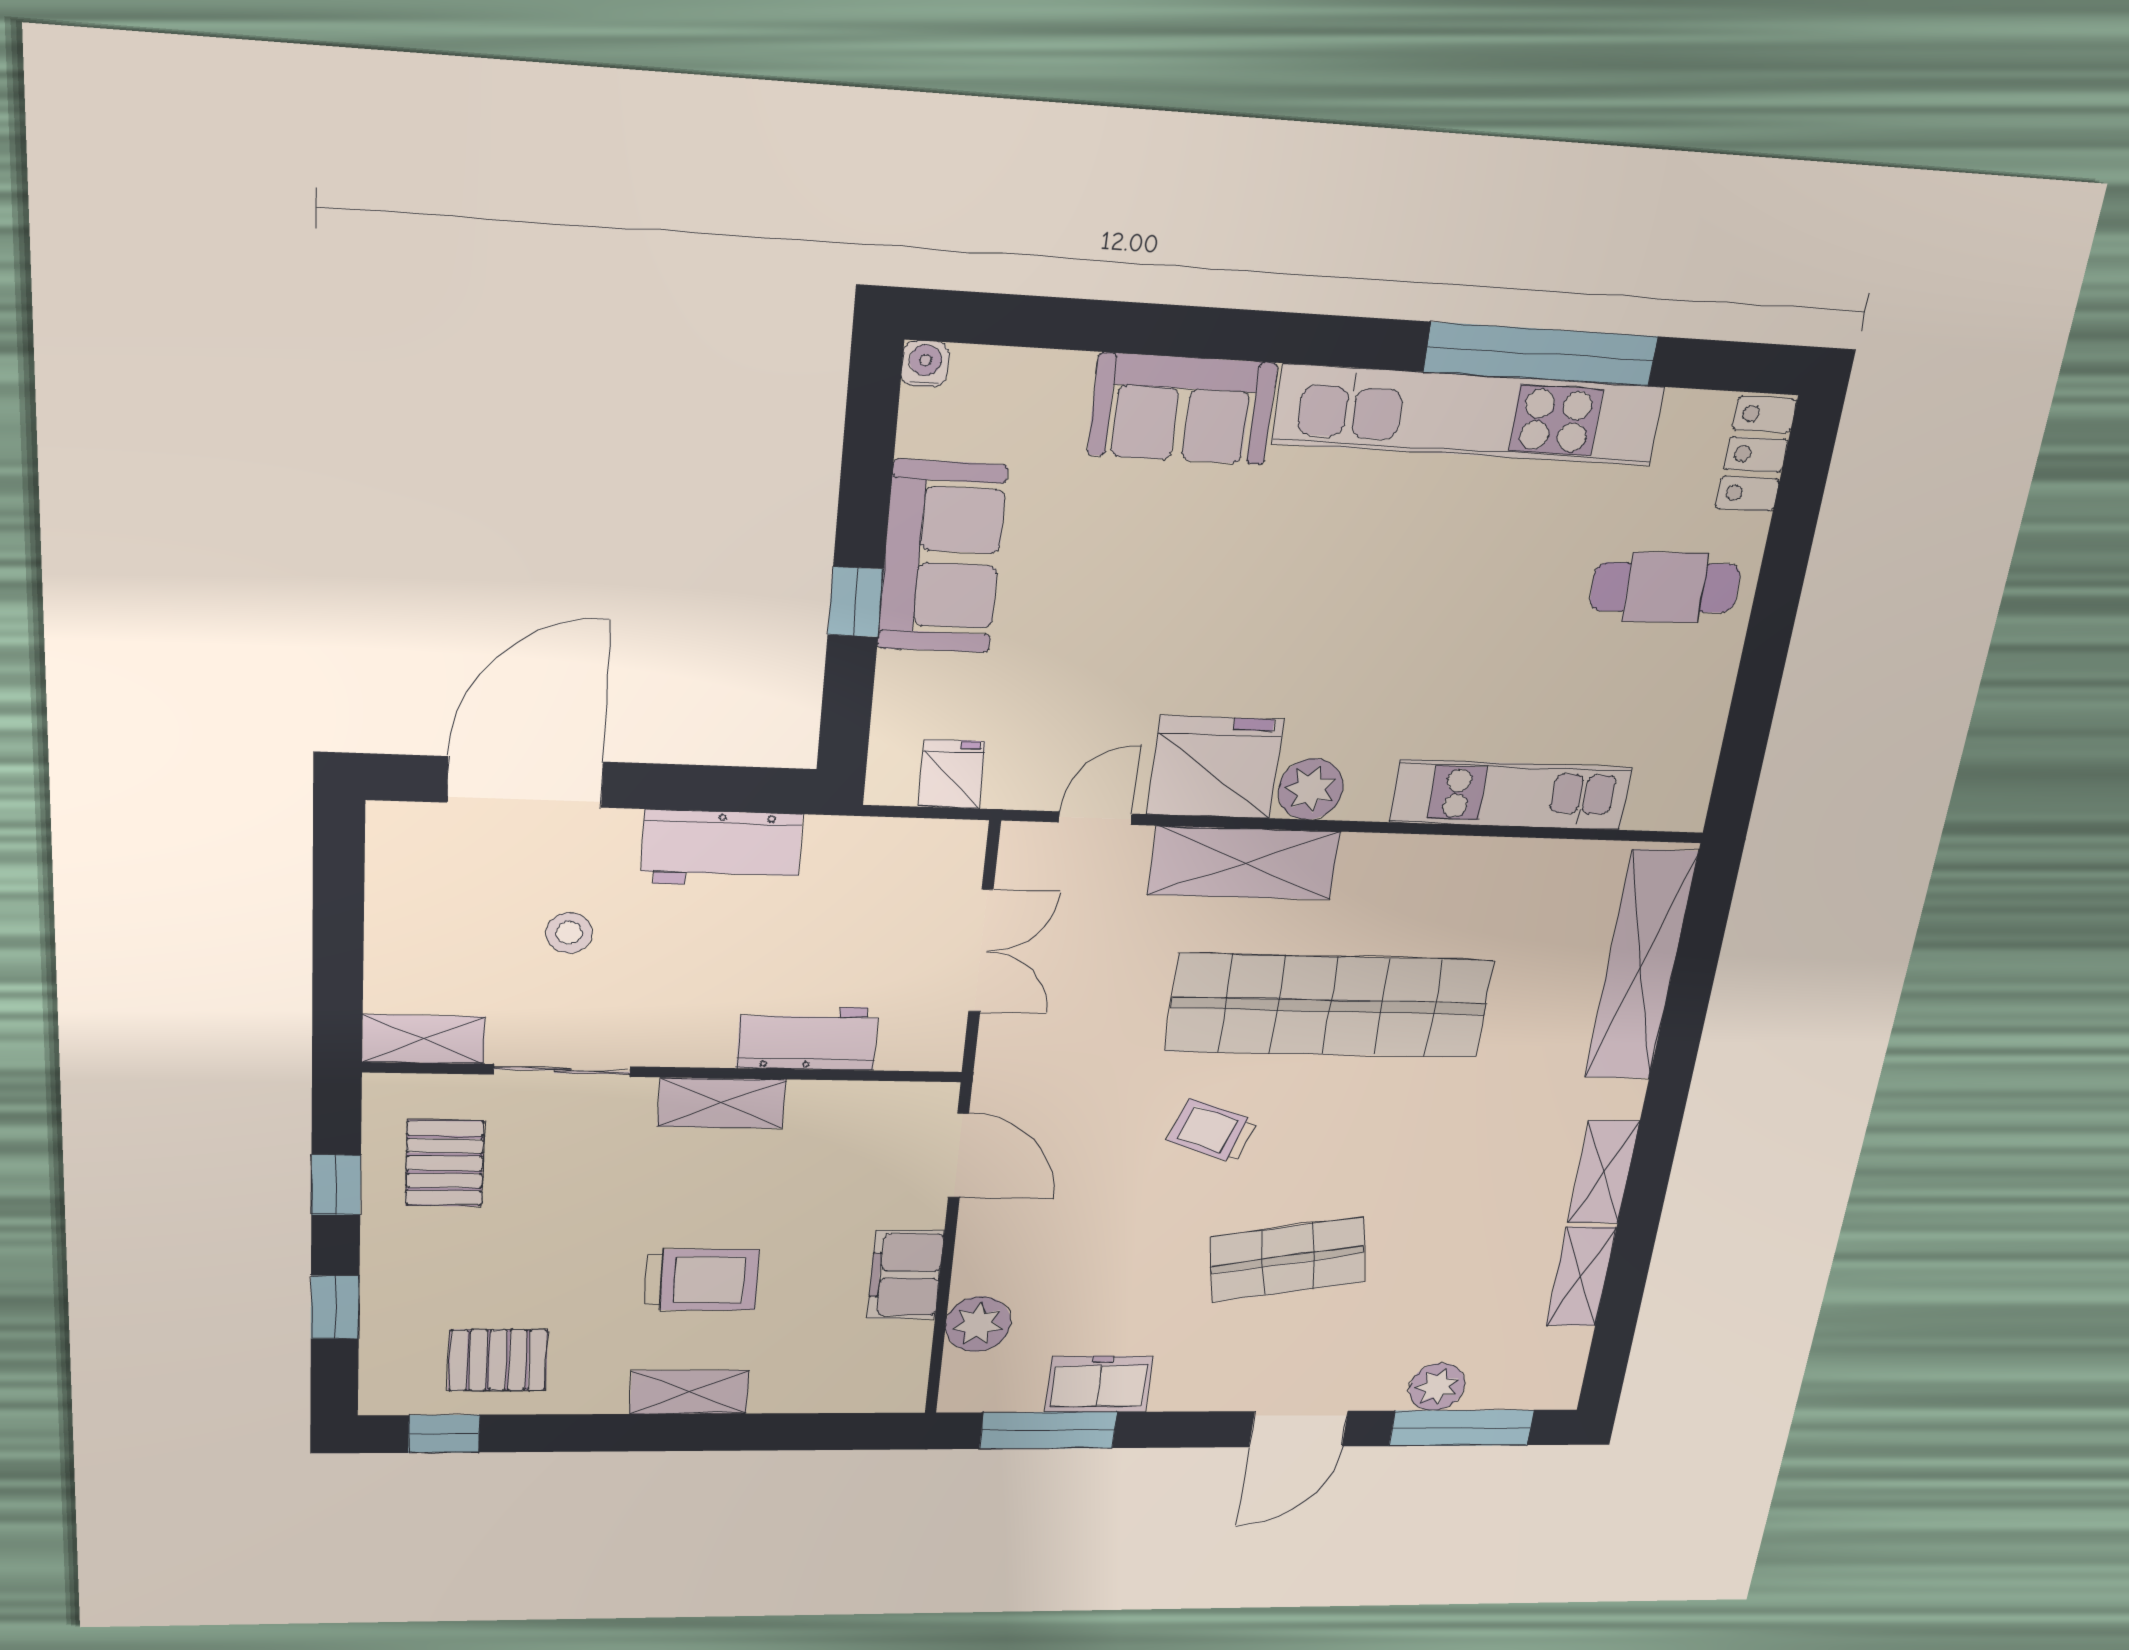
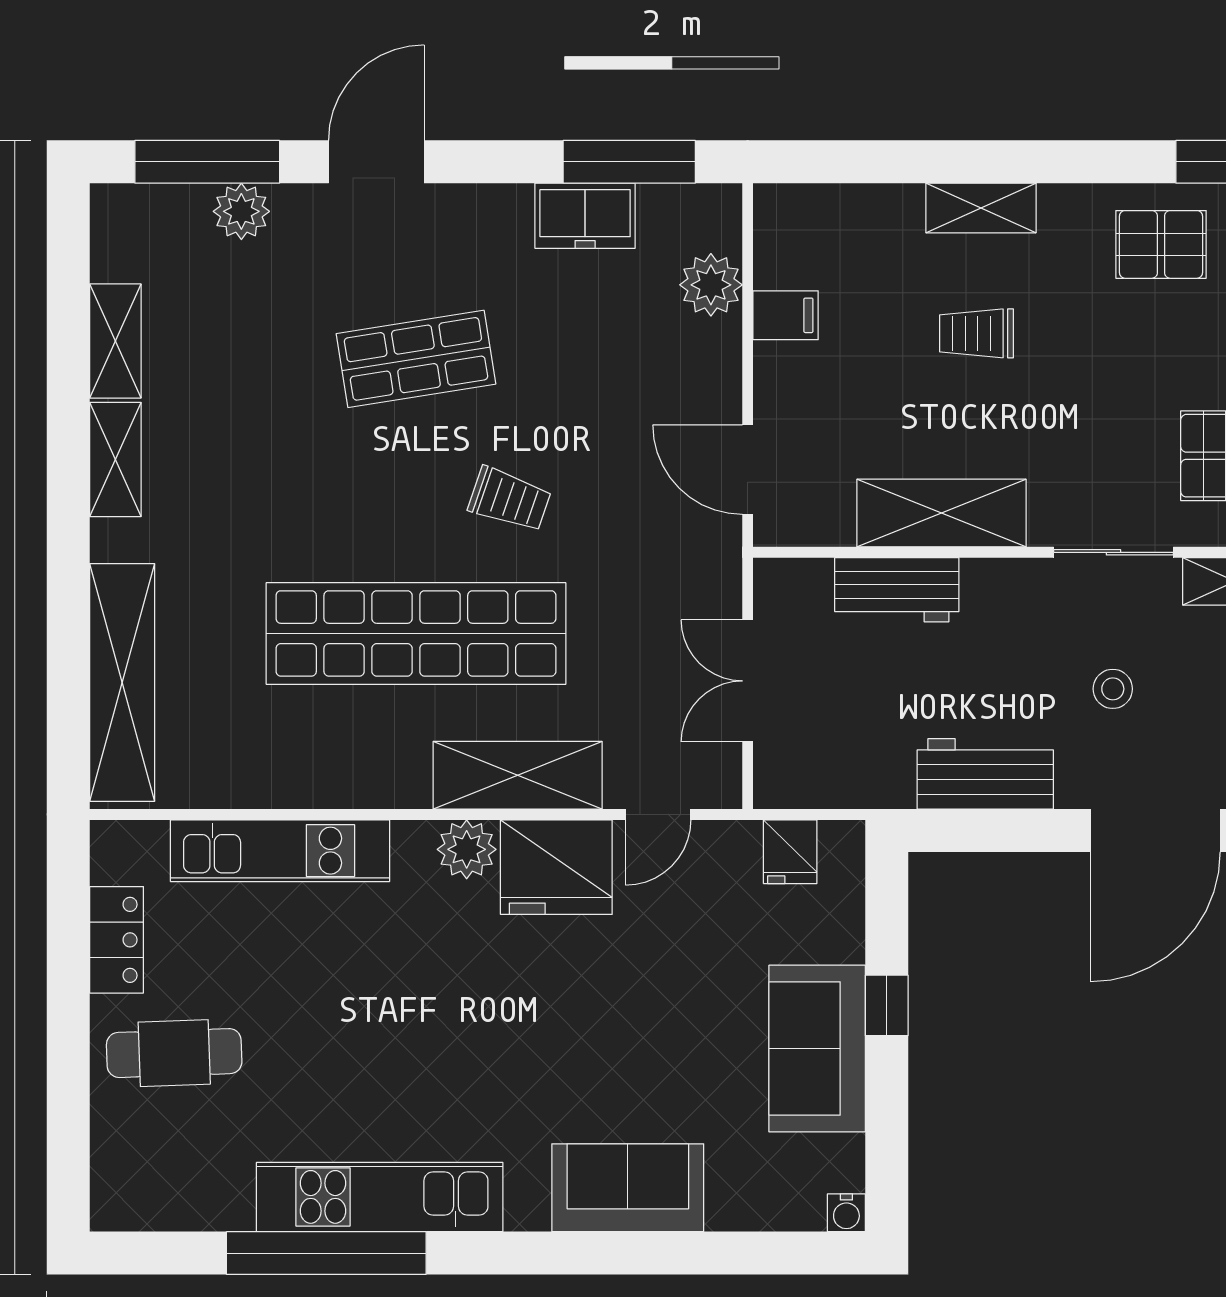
kitchen unit: (1469, 415) -> (380, 1197), width x0.73
locker: (1756, 454) -> (117, 940), moved
shelving: (722, 1103) -> (941, 513), width x1.50, depth x1.33
filing cabinet: (906, 1275) -> (786, 315), width x0.50
trolley: (702, 1280) -> (977, 333), width x0.73, depth x0.72

